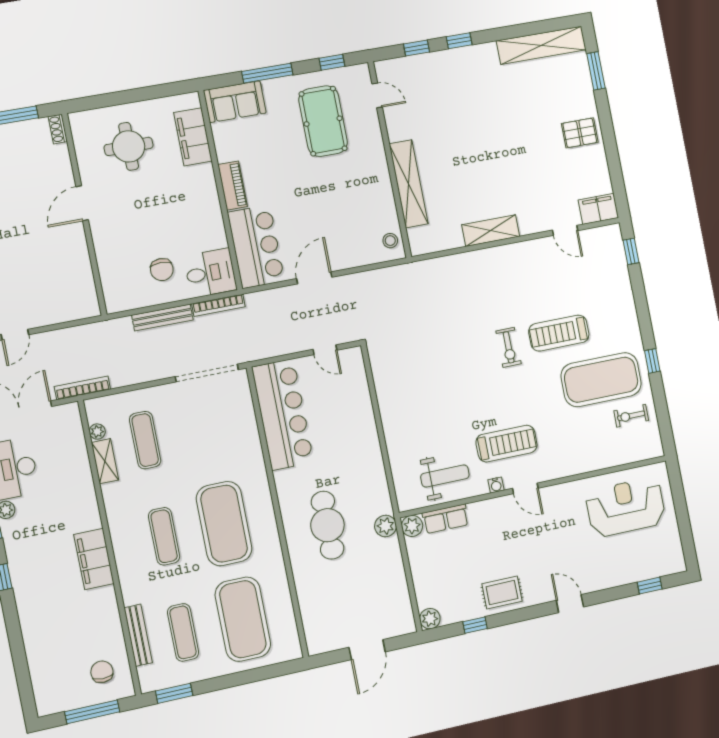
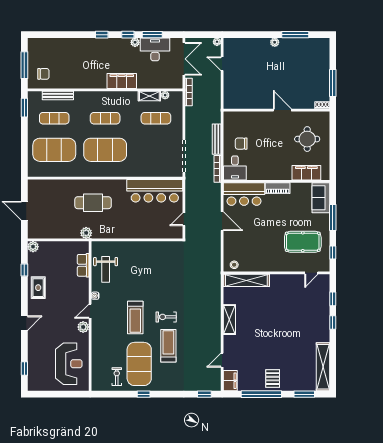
window: (611, 148) -> (261, 394), added
shelving: (409, 184) -> (246, 280), moved
treadmill: (507, 444) -> (135, 317), moved
plant: (412, 526) -> (83, 327), moved
filing cabinet: (94, 559) -> (122, 81), moved

